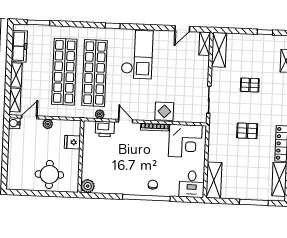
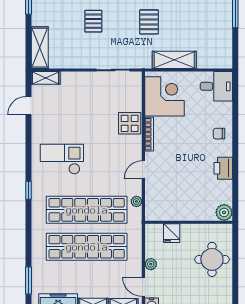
door: (182, 29) -> (28, 106), swing flipped
shelving: (219, 50) -> (40, 48), moved, turned 90
checkout: (137, 54) -> (62, 159), width x0.73, depth x0.83
printer: (105, 129) -> (223, 168), moved, turned 180
shelving: (214, 180) -> (174, 60), moved
window: (146, 198) -> (235, 141), removed

